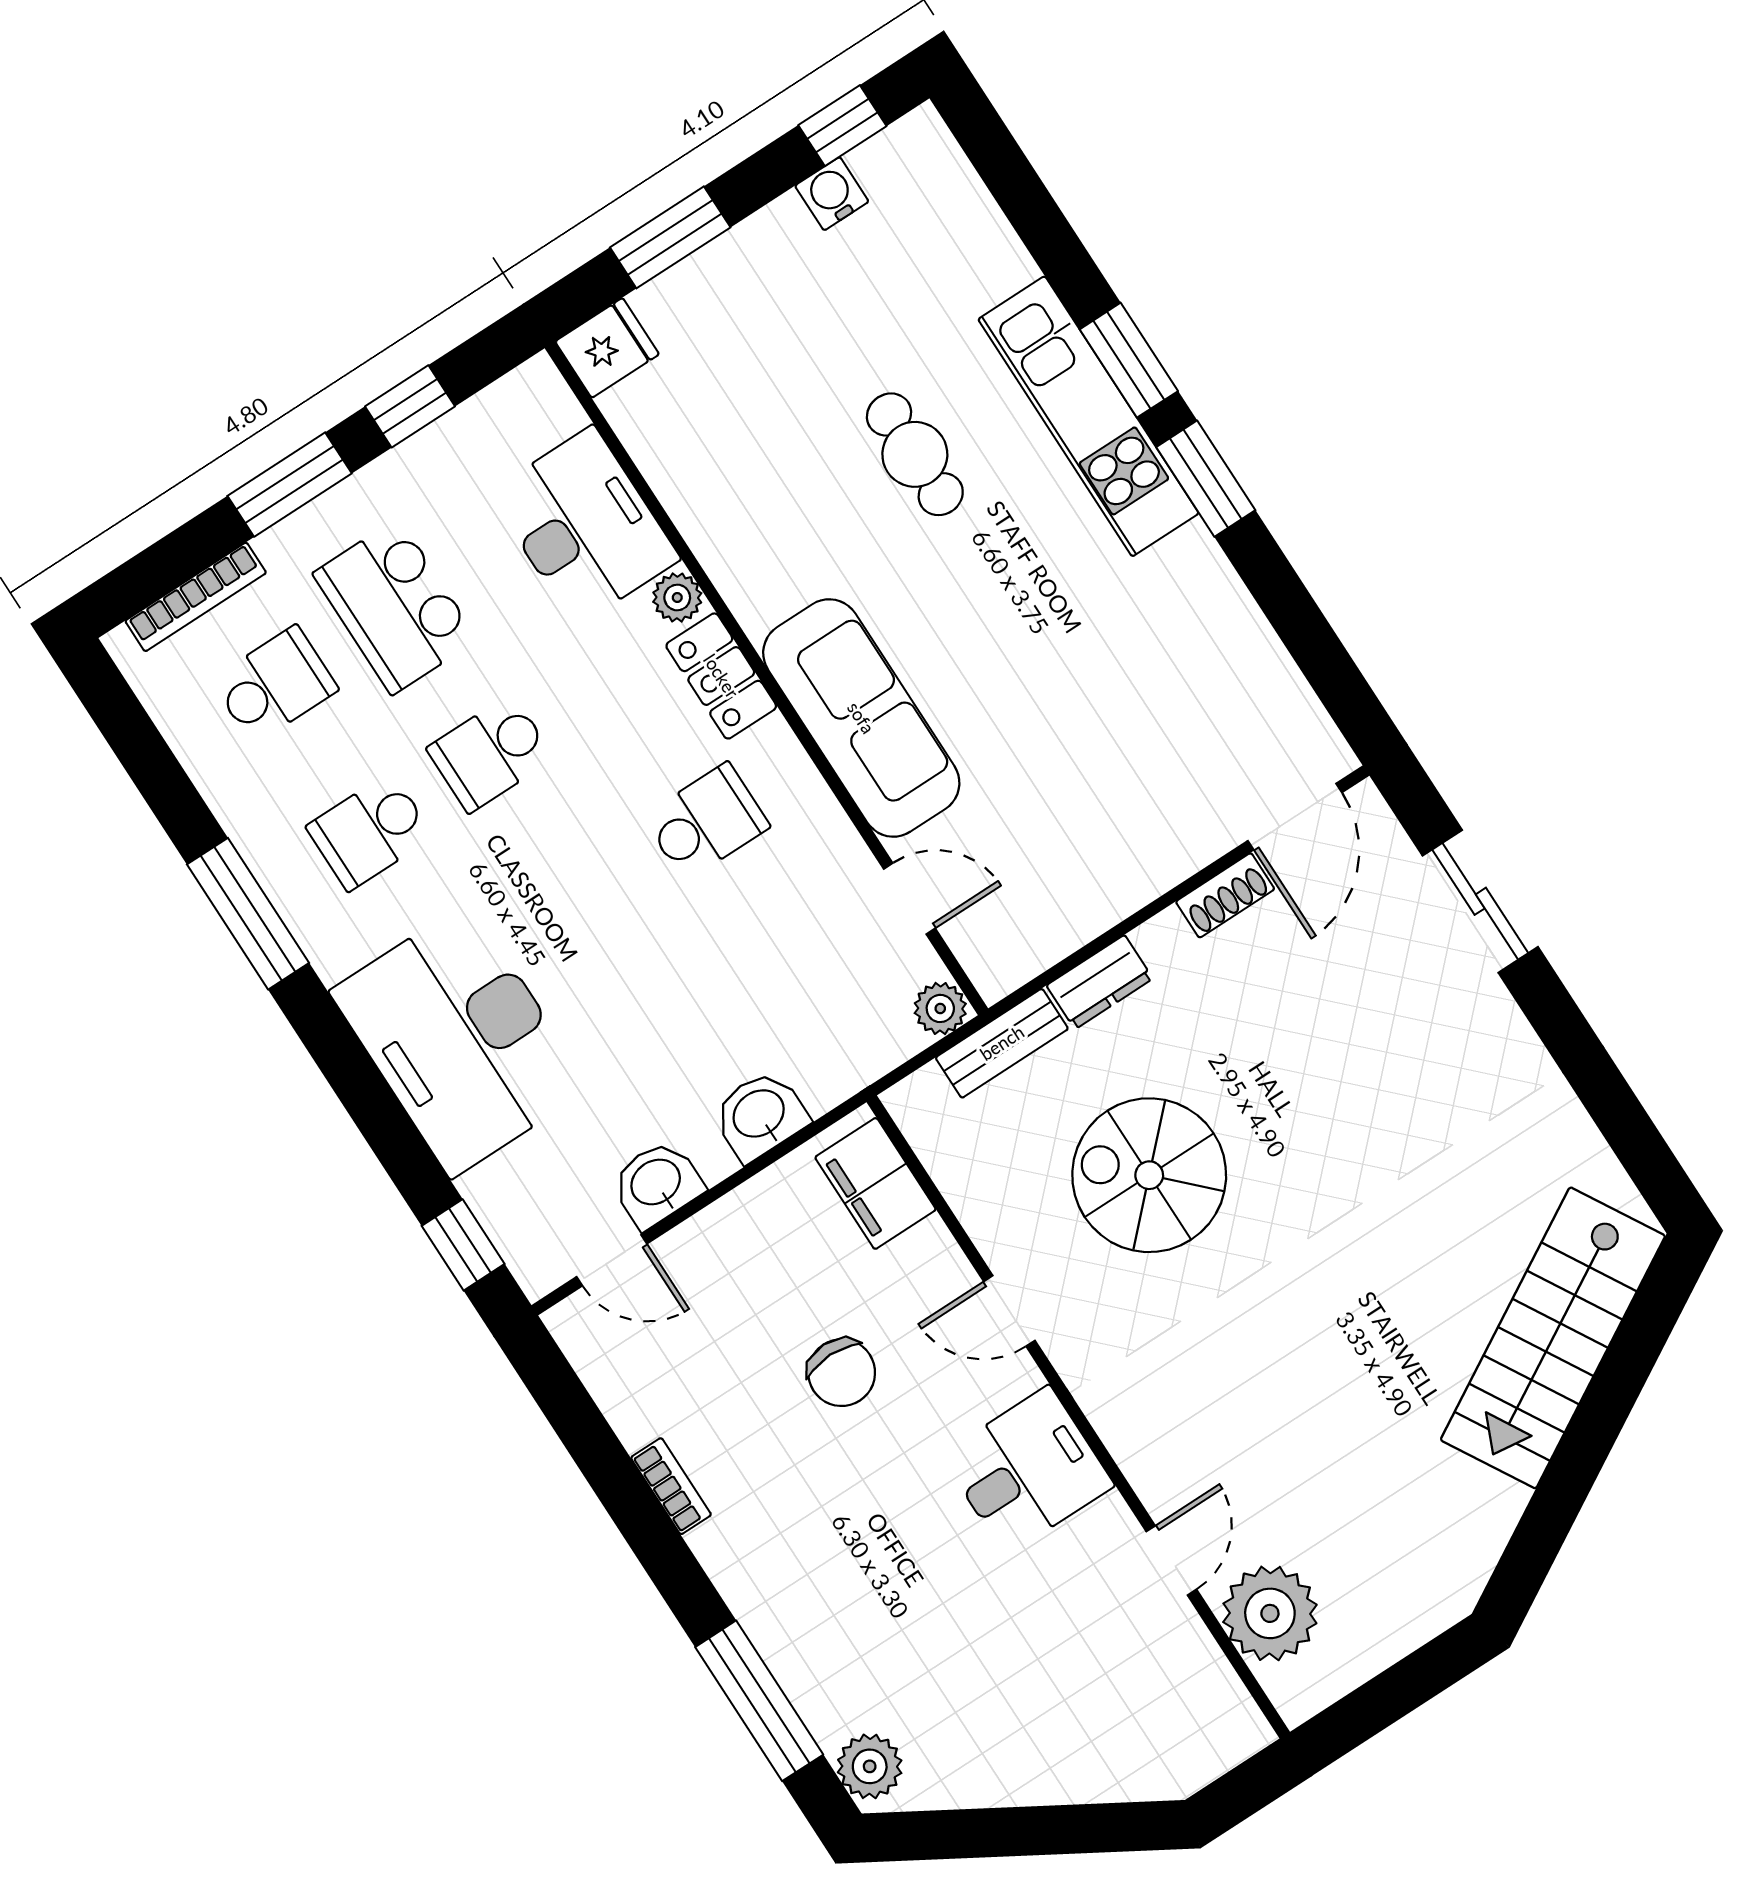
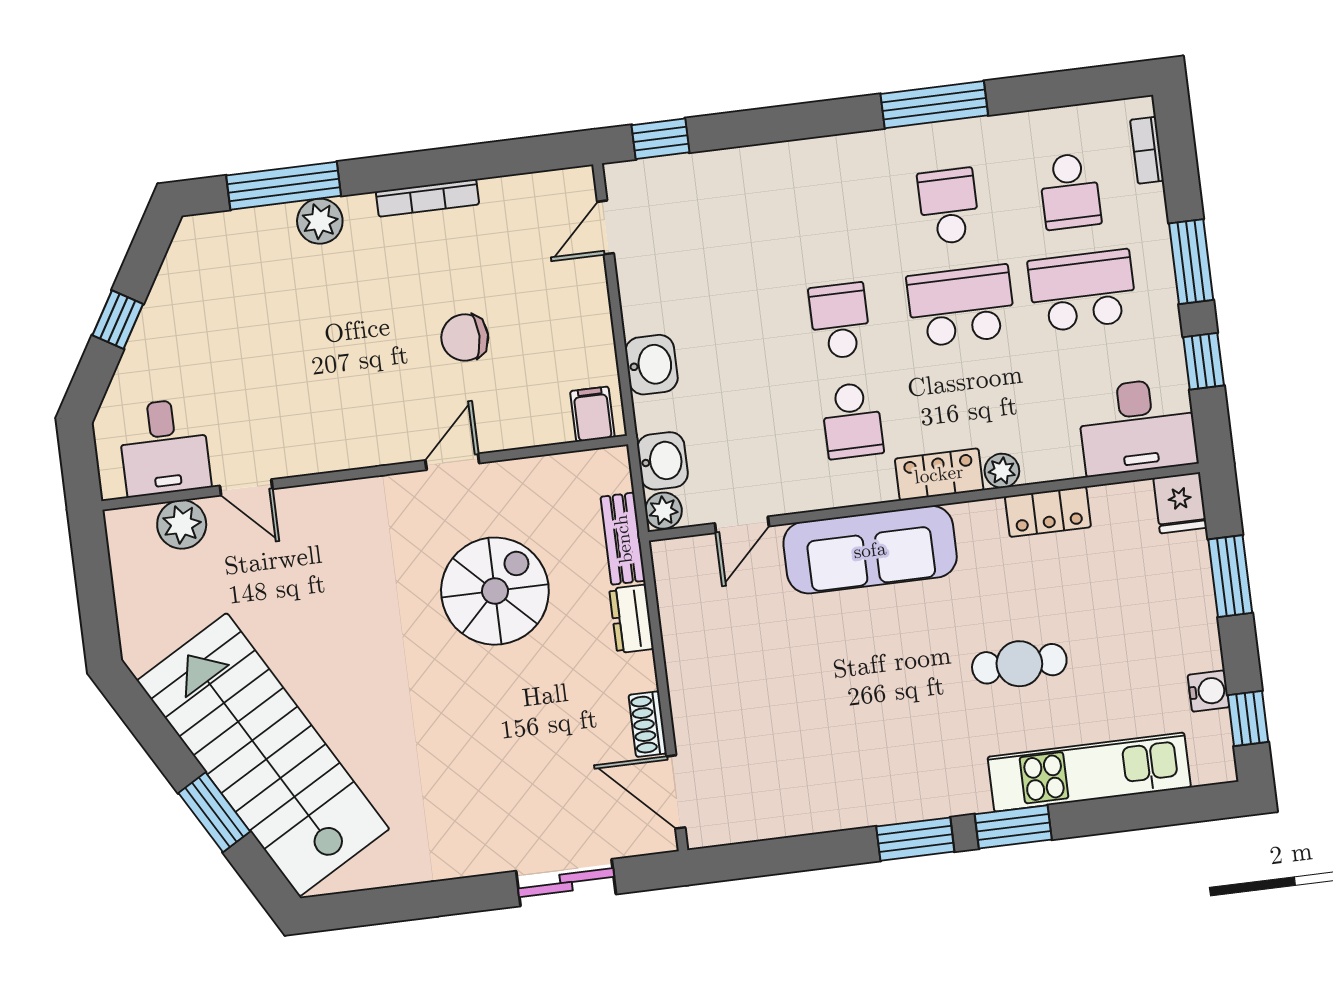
kitchen unit: (1088, 416) -> (1089, 772), moved
locker: (701, 513) -> (1048, 512), added
desk: (584, 526) -> (1137, 426), moved
bookcase: (196, 597) -> (1147, 150), width x0.64
school desk: (490, 753) -> (961, 306), width x1.85
school desk: (586, 900) -> (840, 321), added
desk: (460, 1040) -> (790, 199), removed
filing cabinet: (875, 1183) -> (592, 414), width x0.50
washbasin: (657, 1184) -> (663, 461), moved
stairs: (1553, 1338) -> (263, 755), width x1.36, depth x1.51
window: (1610, 1398) -> (214, 812), added
desk: (1027, 1470) -> (164, 447), moved
bookcase: (671, 1486) -> (427, 198), width x1.56
plant: (1270, 1613) -> (182, 524), width x0.73, depth x0.73
plant: (870, 1766) -> (320, 221), moved
window: (1036, 1831) -> (118, 320), added

